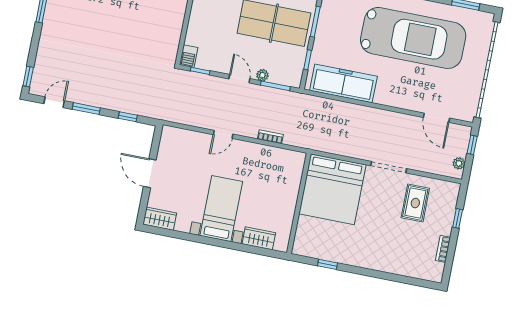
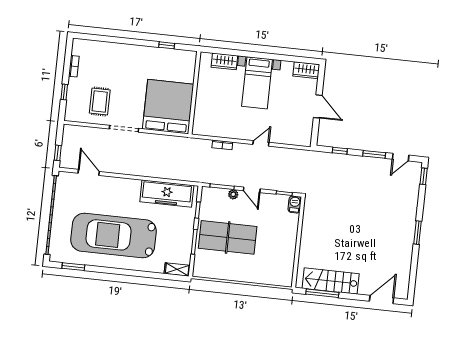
plant: (459, 163) -> (67, 137), removed

